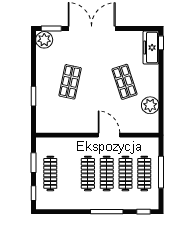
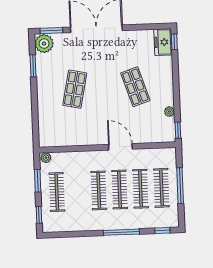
freezer: (151, 48) -> (163, 42), width x0.71
window: (33, 96) -> (33, 66), moved
plant: (150, 105) -> (169, 112), width x0.53, depth x0.53
window: (161, 122) -> (178, 130), added
plant: (42, 142) -> (46, 158), added

